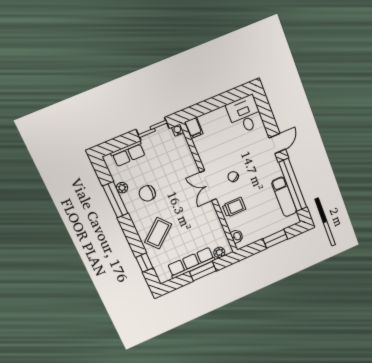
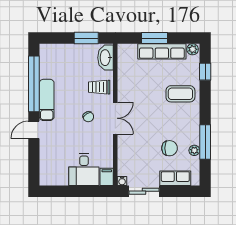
desk: (245, 115) -> (84, 169), moved
chair: (147, 193) -> (170, 148), moved
exam couch: (284, 197) -> (47, 100), moved
coffee table: (158, 233) -> (180, 94), turned 40
washbasin: (237, 236) -> (106, 58), width x1.91, depth x1.45
window: (275, 239) -> (86, 38), moved
plant: (219, 252) -> (193, 49), moved

